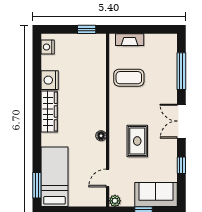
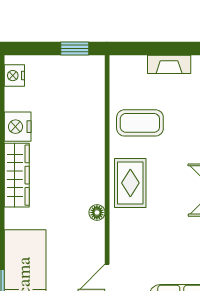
fireplace: (130, 40) -> (169, 64), moved
rug: (137, 141) -> (130, 183), moved

